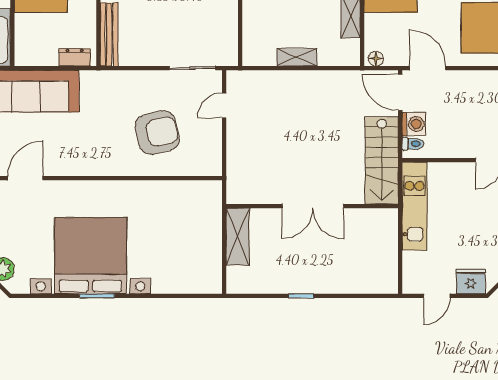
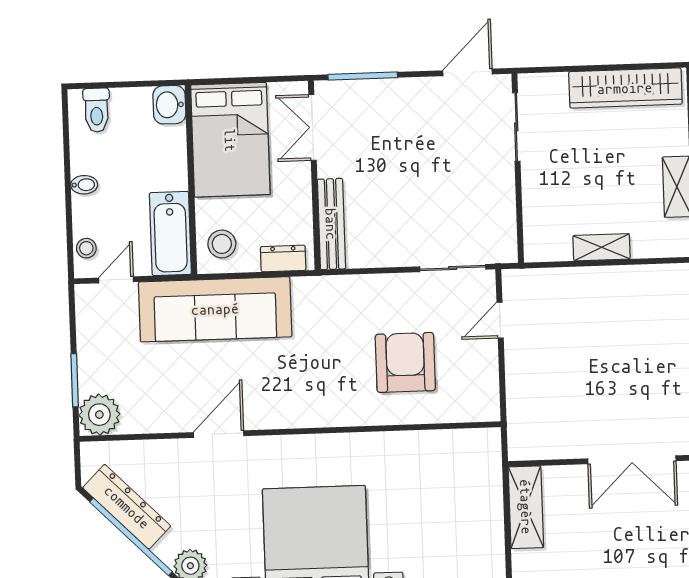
stool: (32, 46) -> (222, 244), added
armchair: (157, 133) -> (405, 362), turned -77

